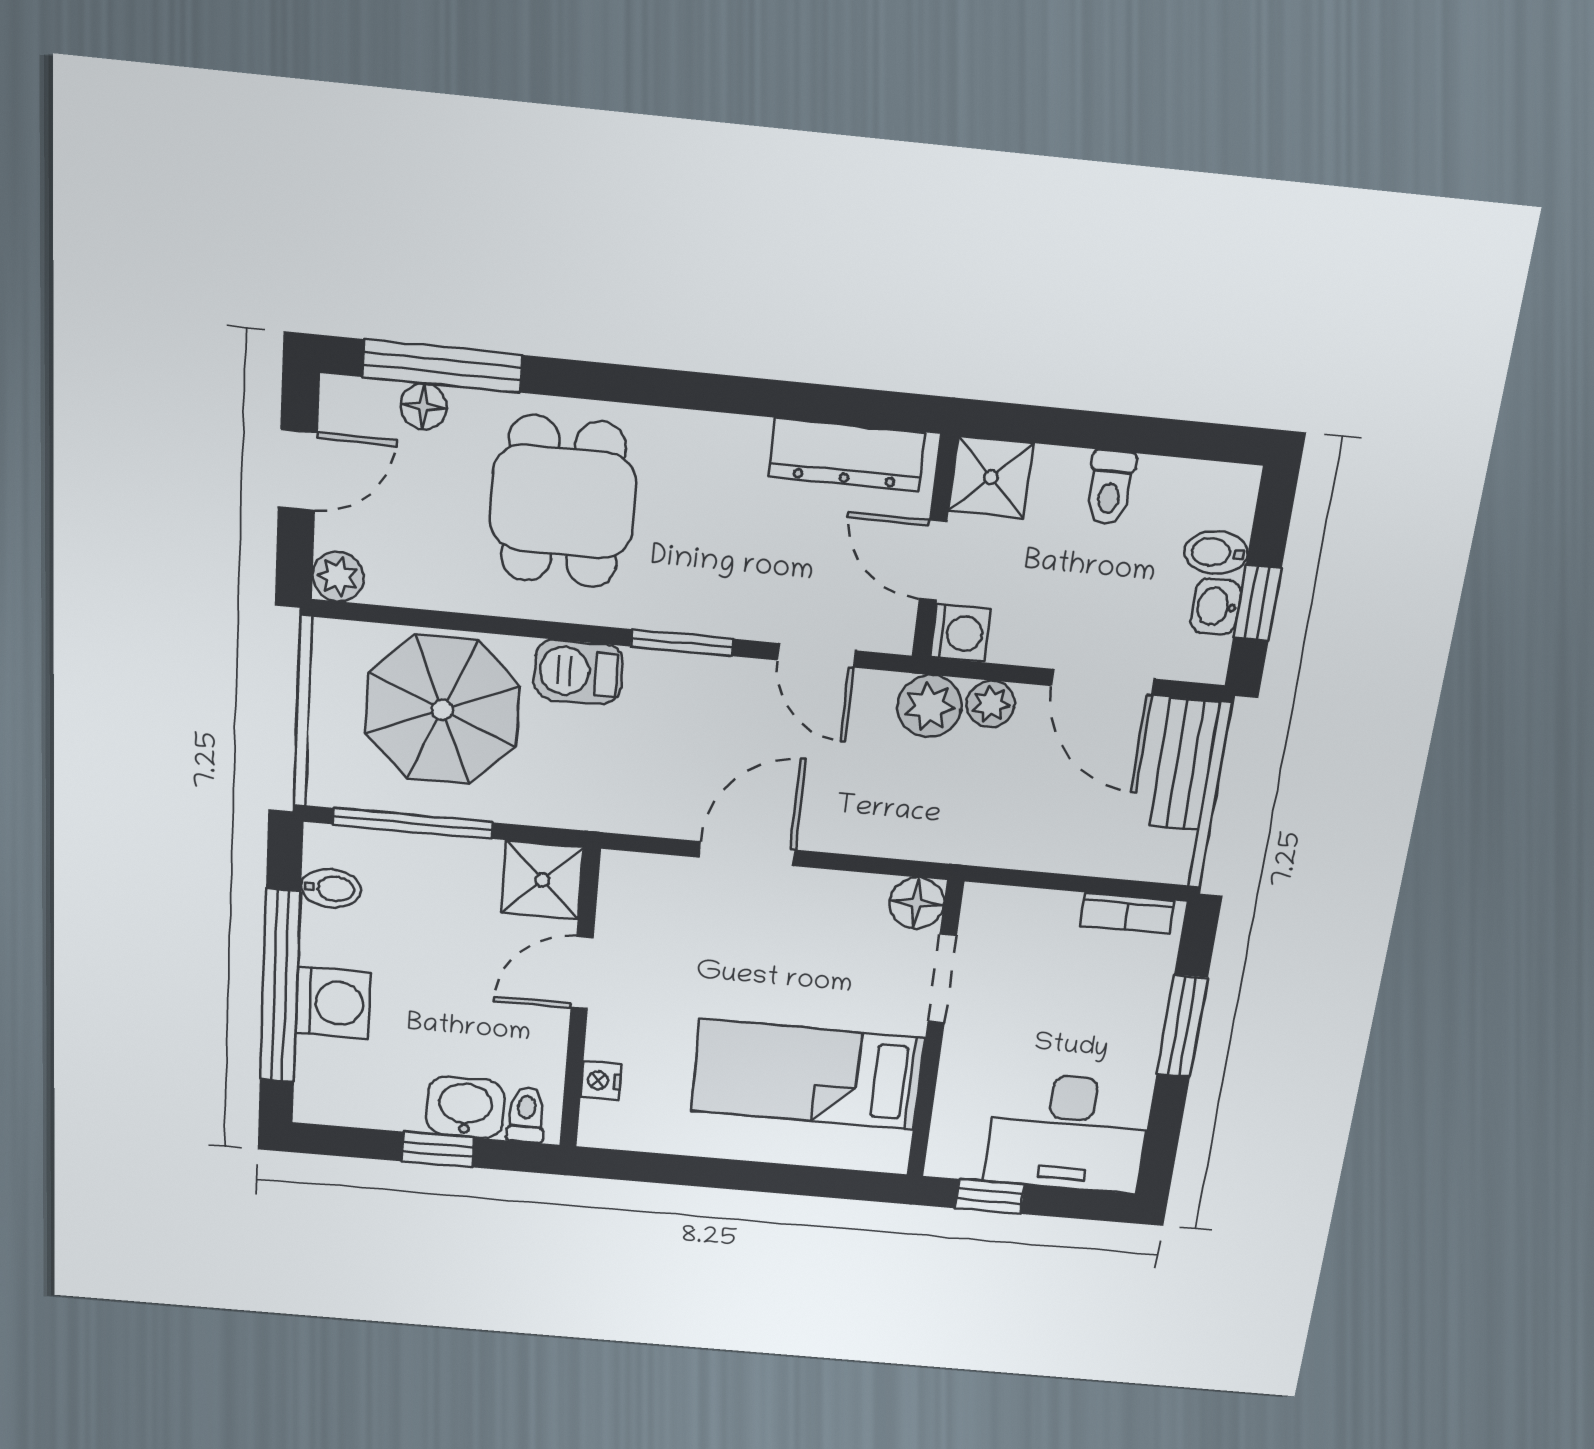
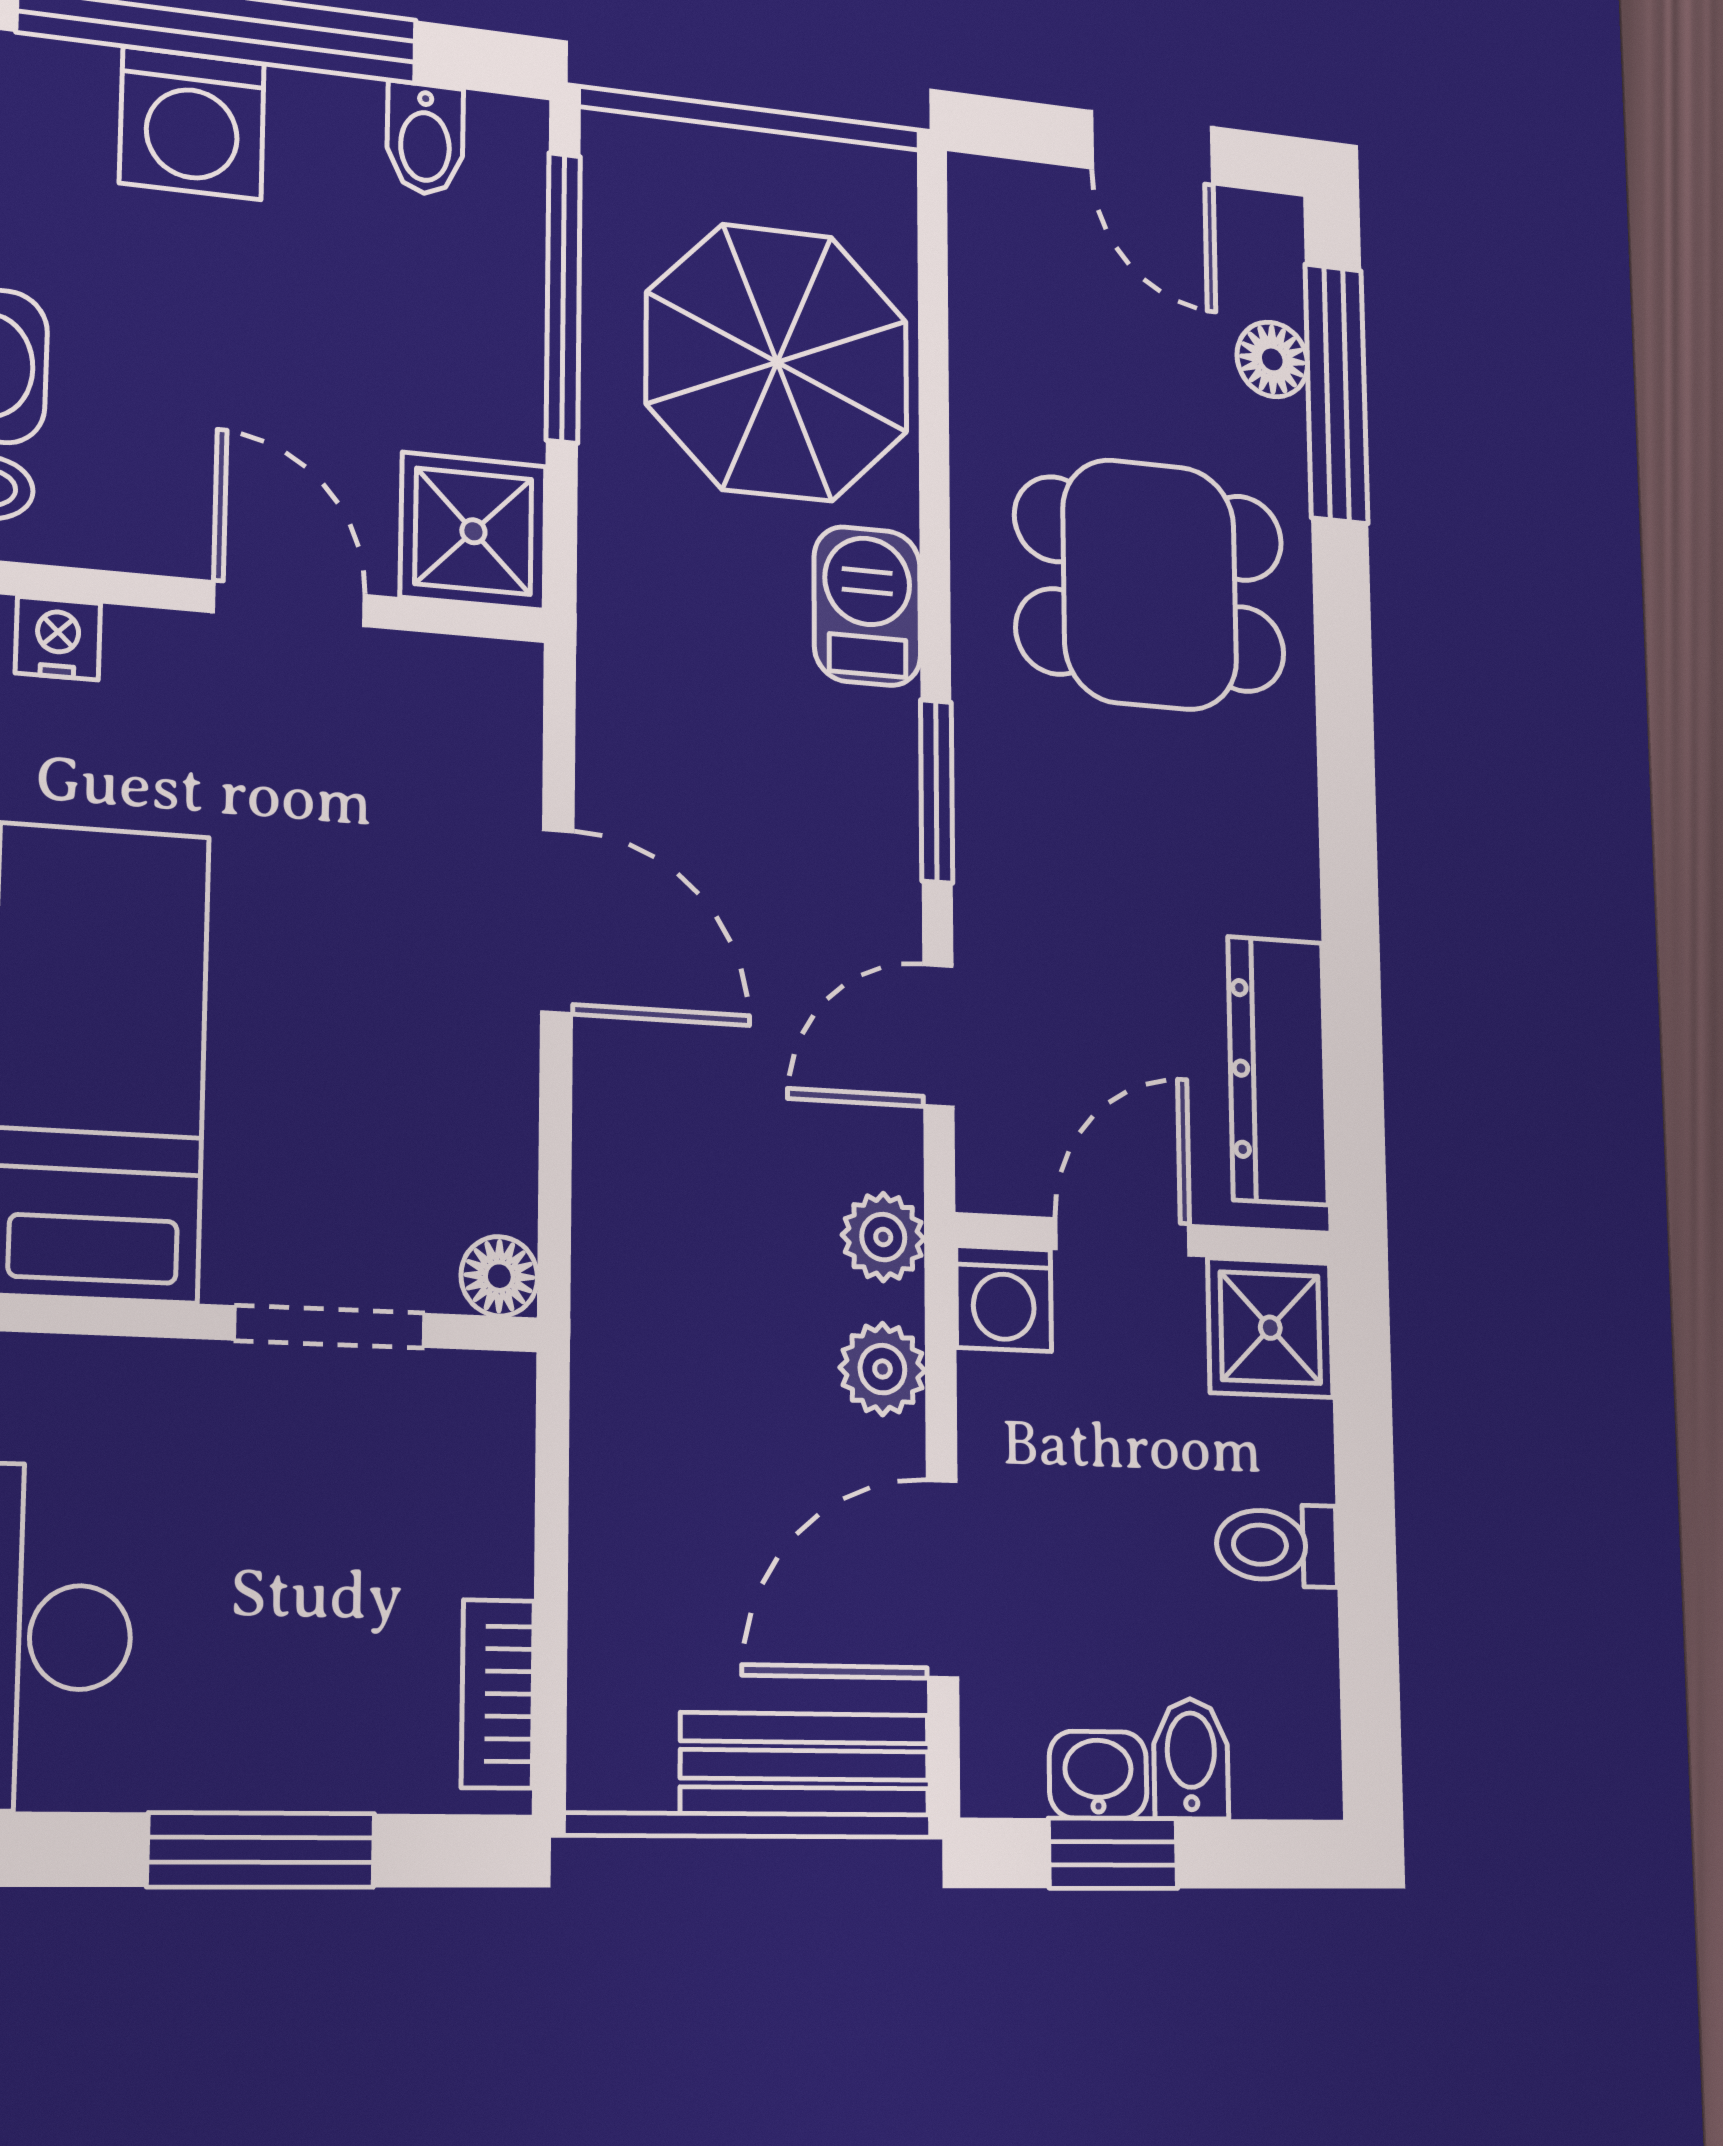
plant: (338, 577) -> (988, 199), removed
plant: (929, 706) -> (883, 1237), width x0.73, depth x0.73
floor lamp: (917, 903) -> (499, 1276), width x0.73, depth x0.73

